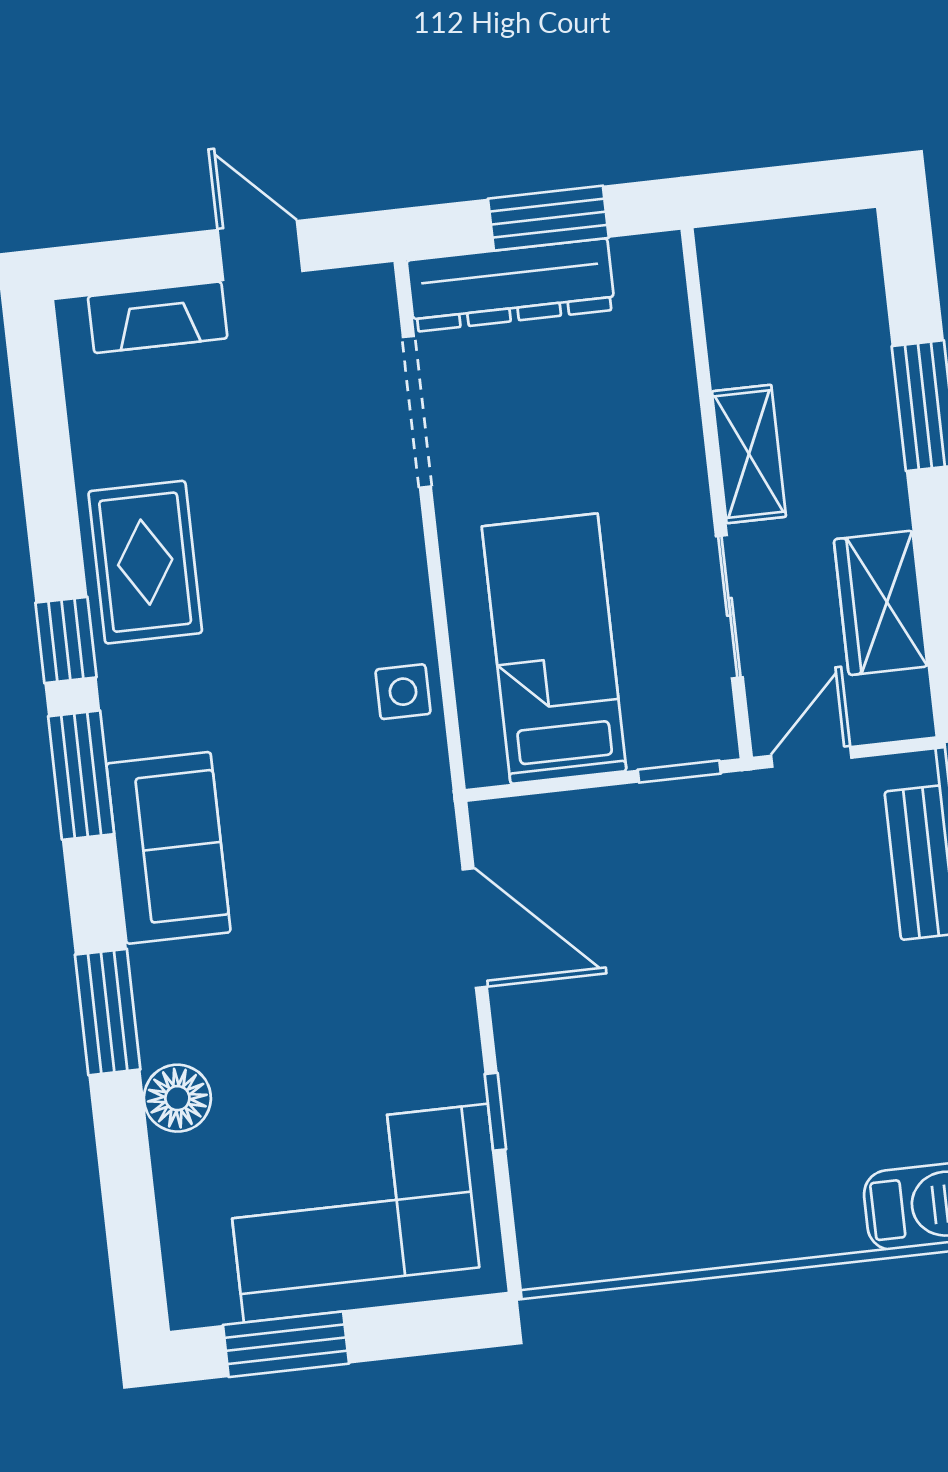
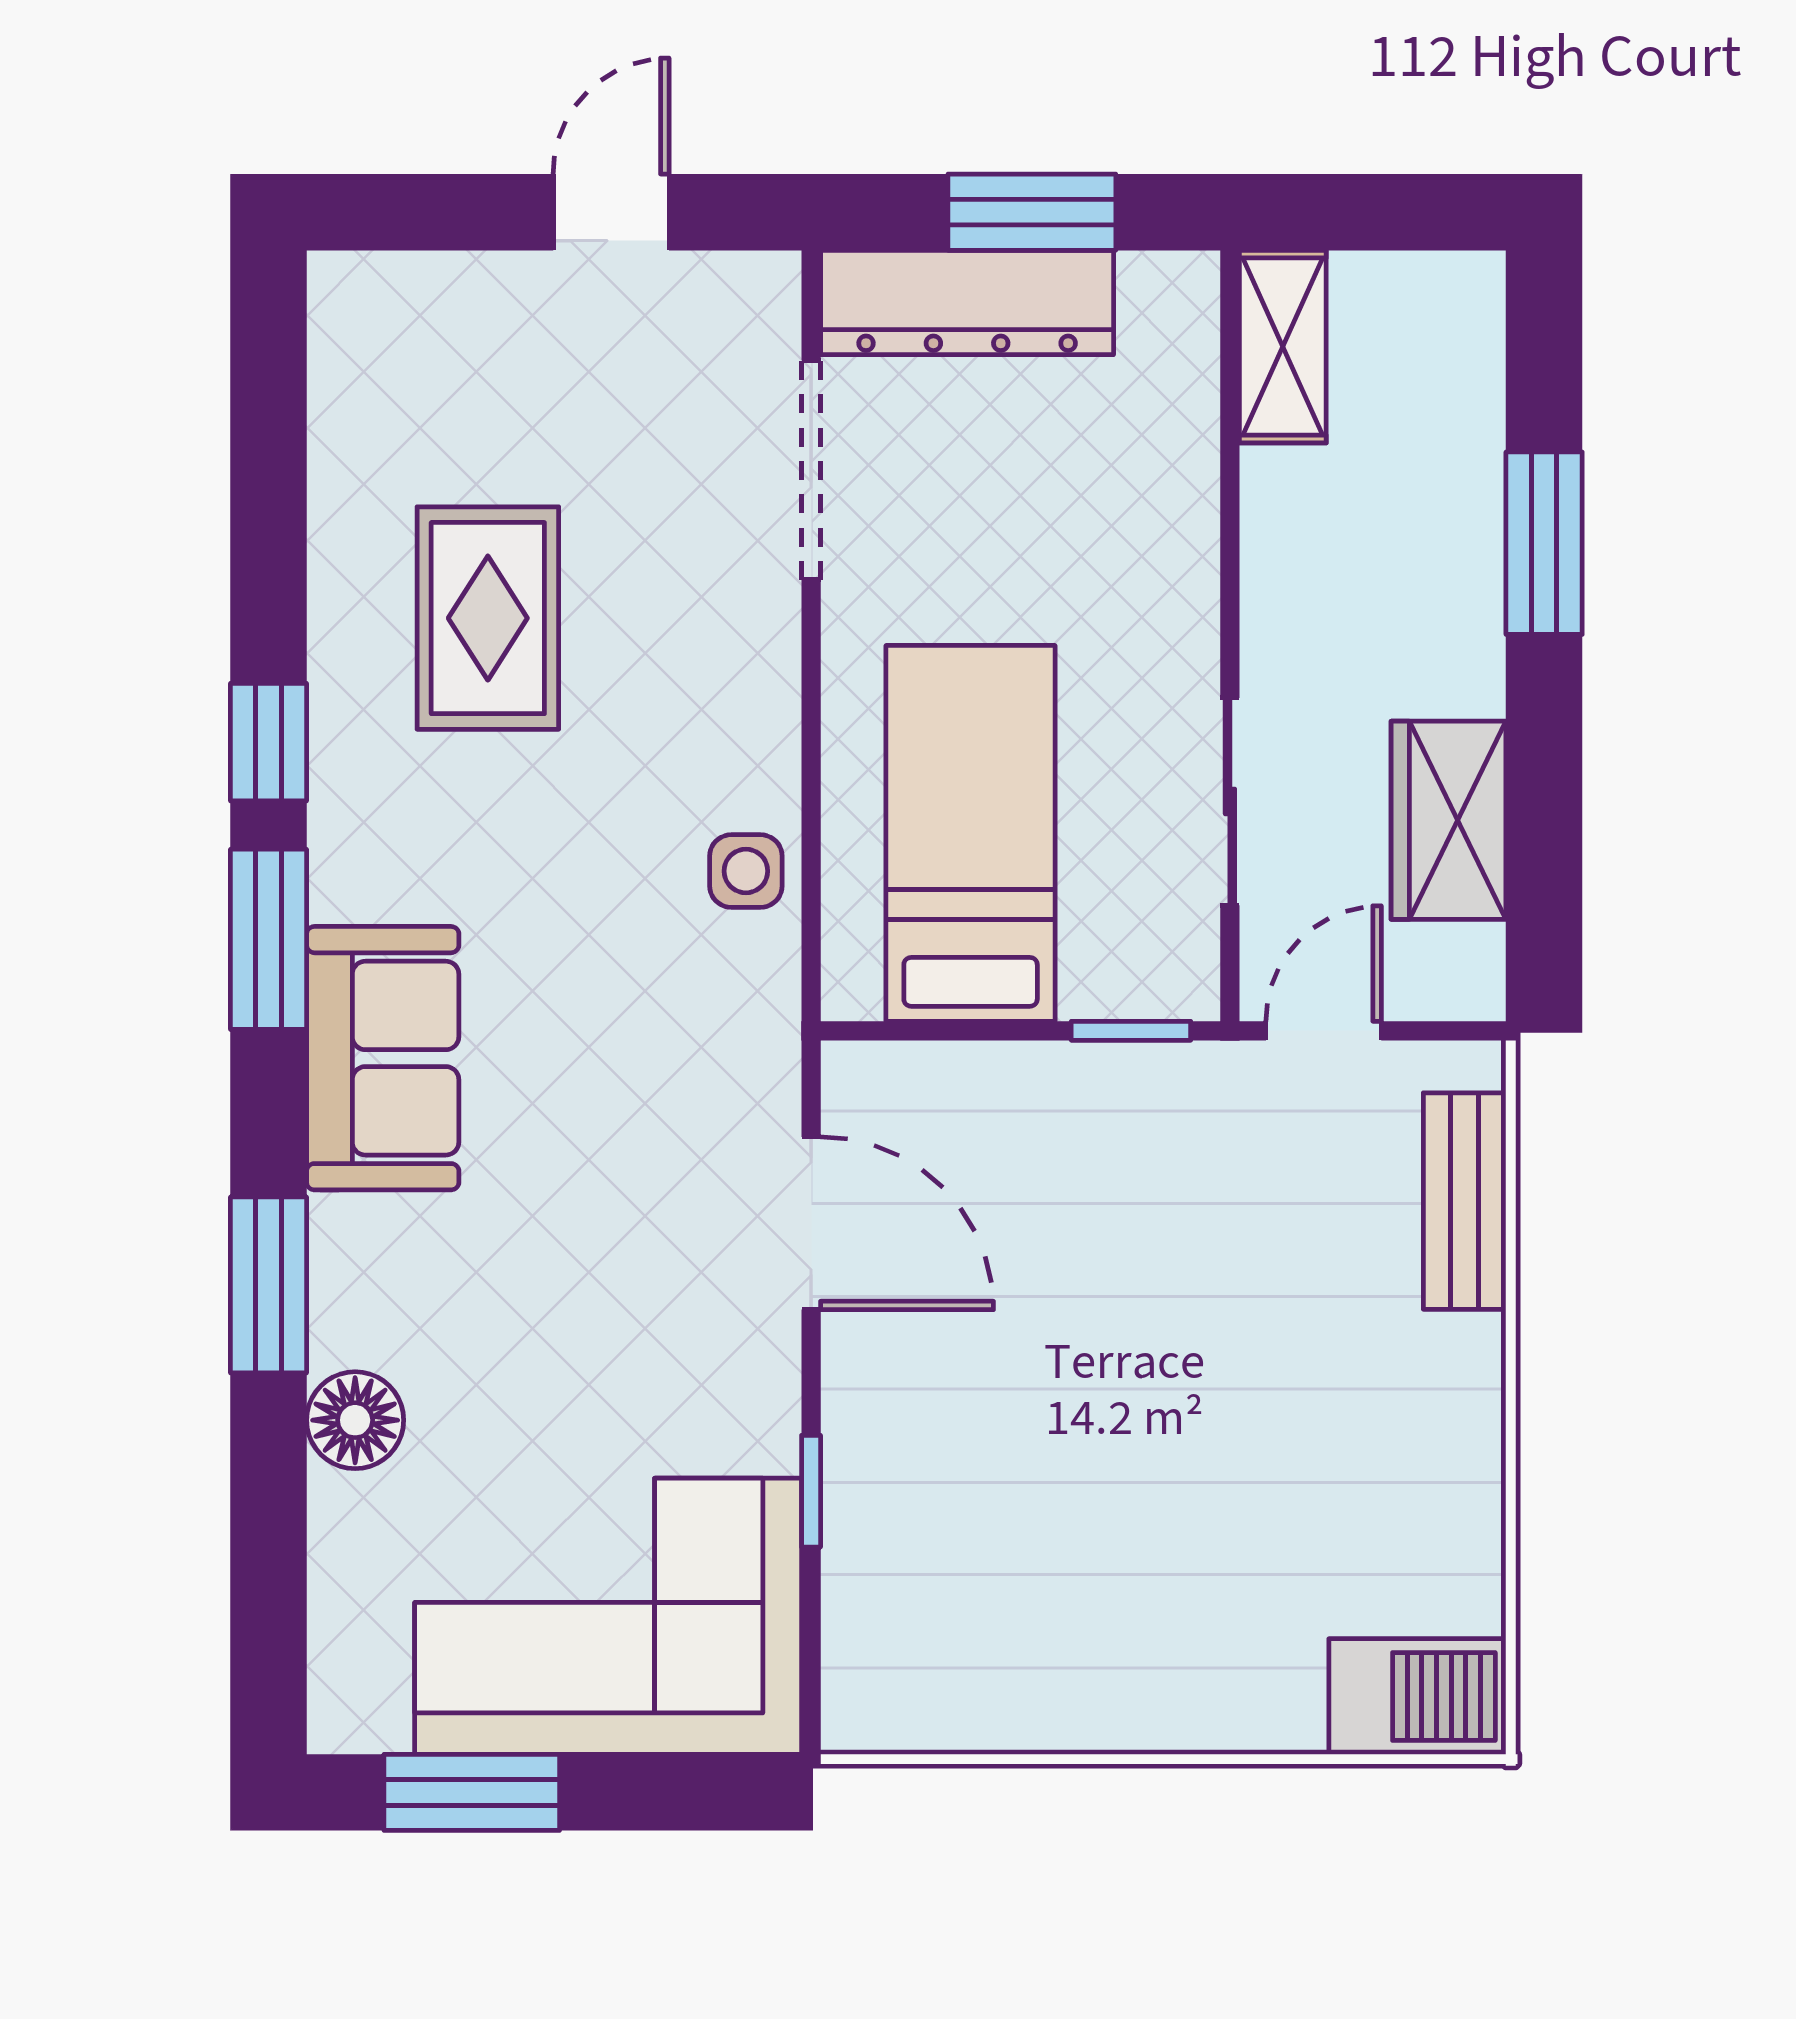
door: (260, 251) -> (611, 212), hinge flipped
fireplace: (158, 317) -> (453, 292), removed
shelving: (749, 454) -> (1283, 347), moved
rug: (145, 562) -> (488, 618), moved

